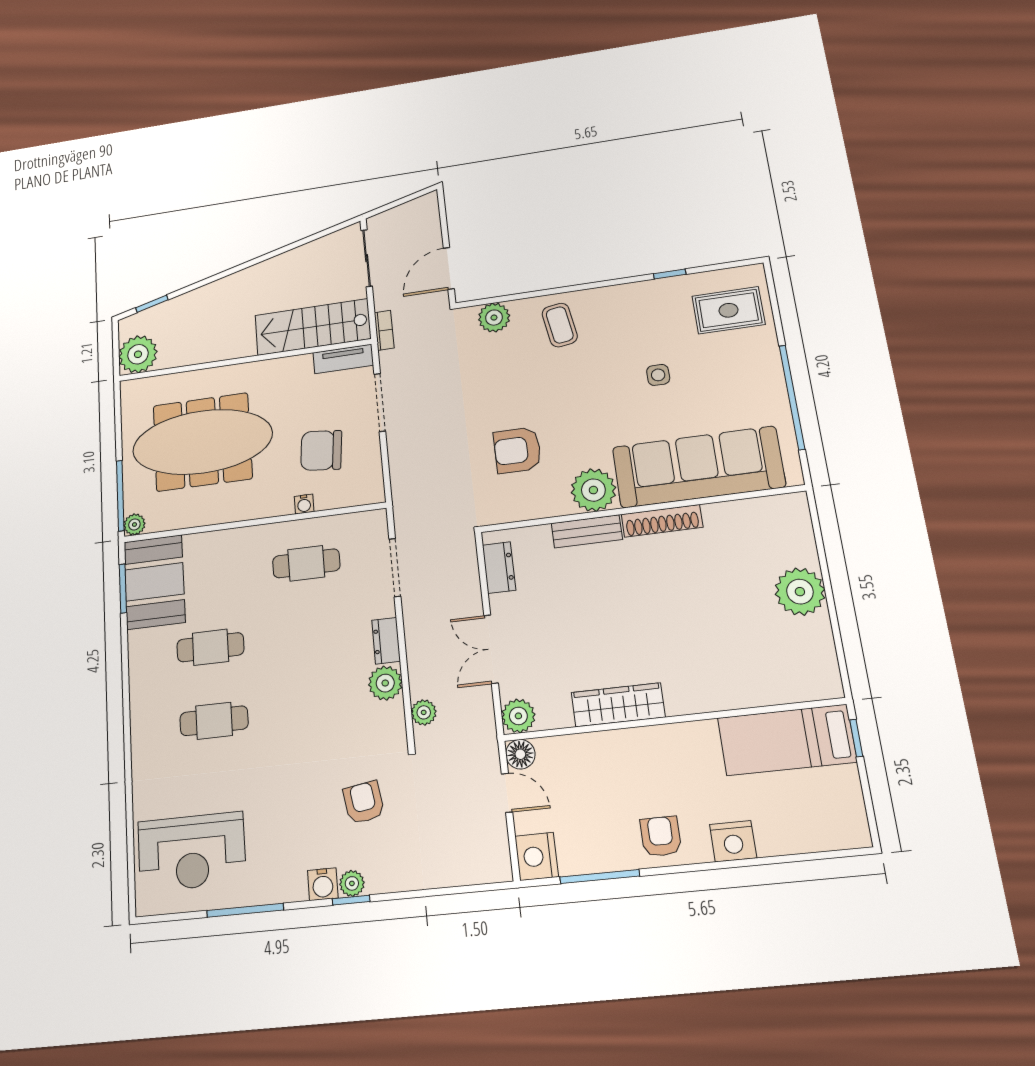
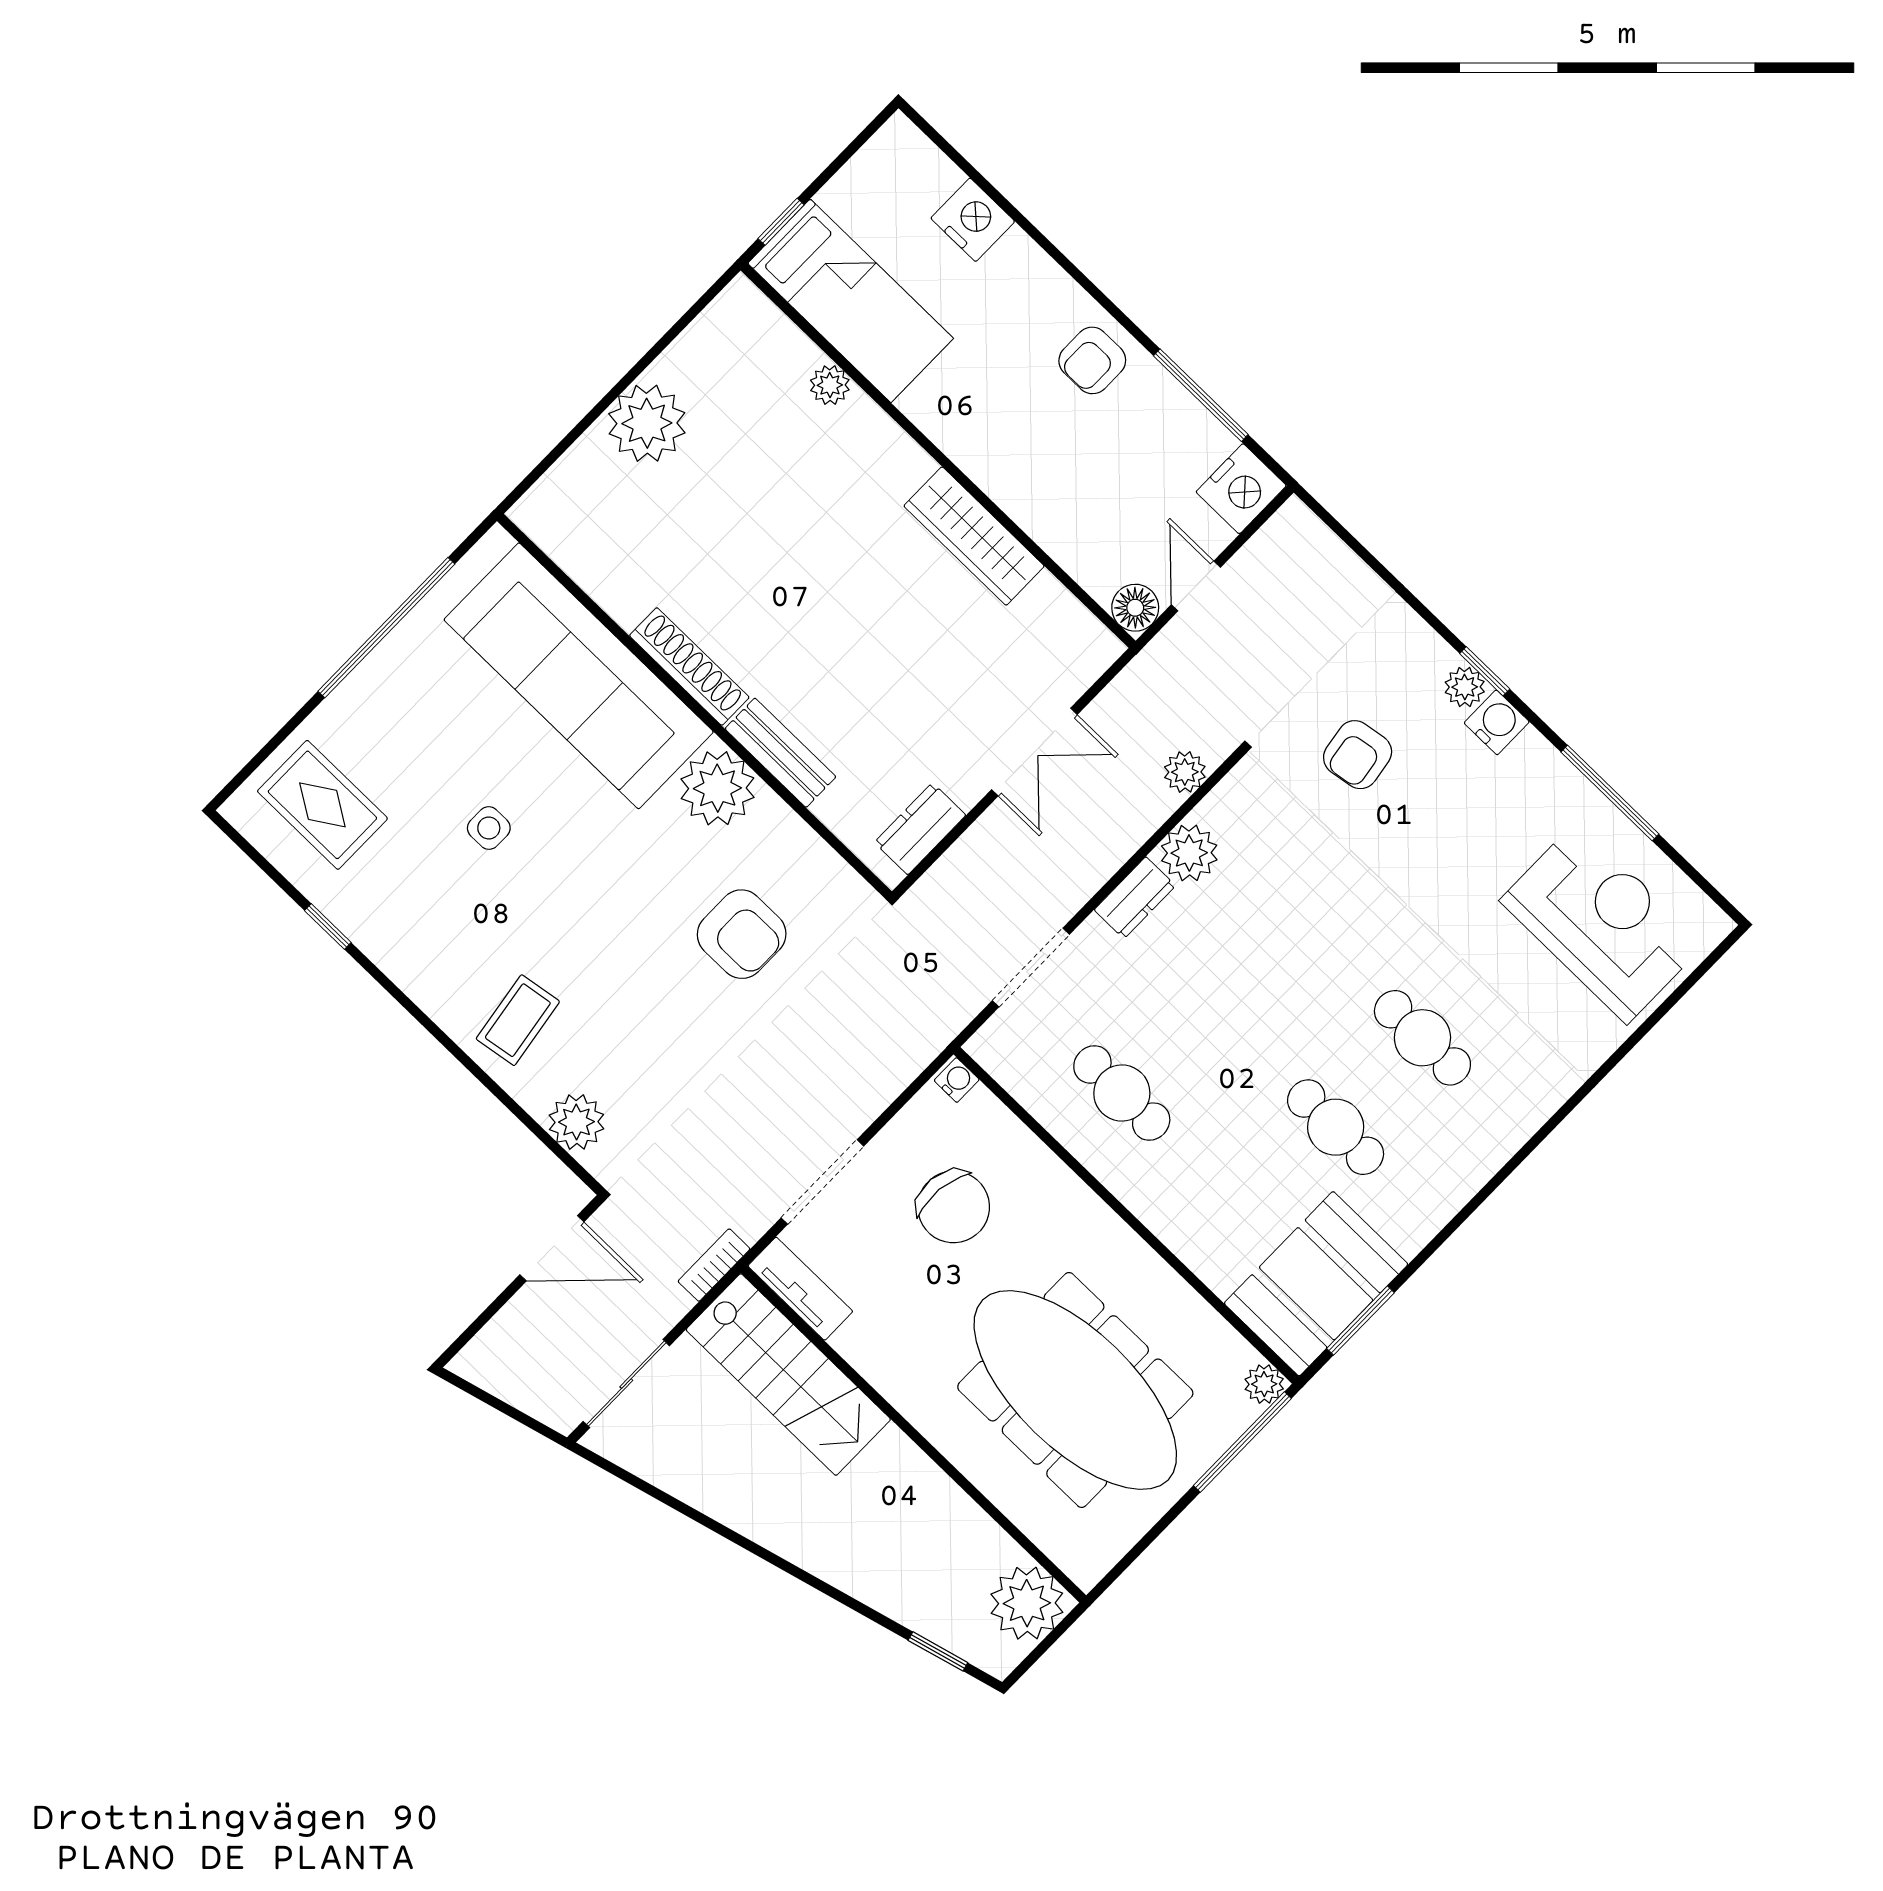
water cooler: (304, 504) -> (957, 1080), moved
plant: (518, 716) -> (830, 385), moved, width x0.73, depth x0.73
nightstand: (733, 841) -> (973, 220), moved

